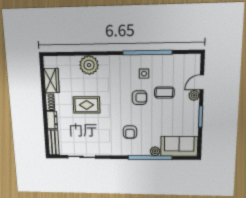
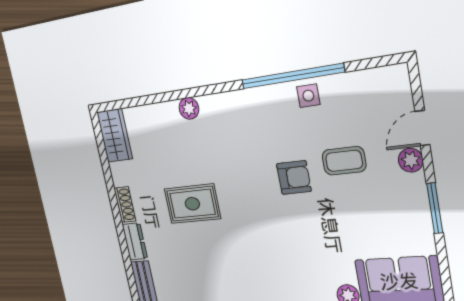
plant: (89, 65) -> (189, 108), width x0.53, depth x0.53
side table: (144, 74) -> (308, 96), moved
wardrobe: (51, 81) -> (115, 135), moved
armchair: (130, 132) -> (288, 255), removed

